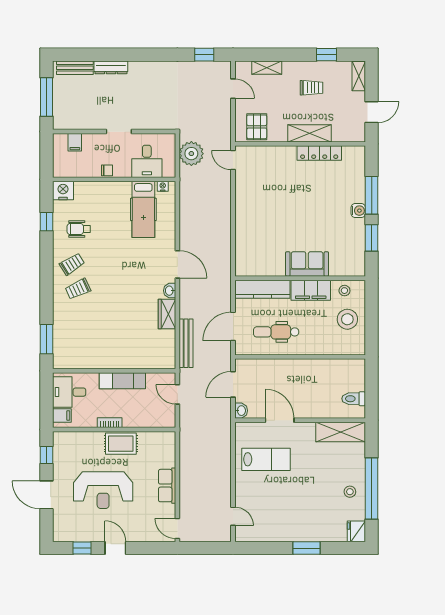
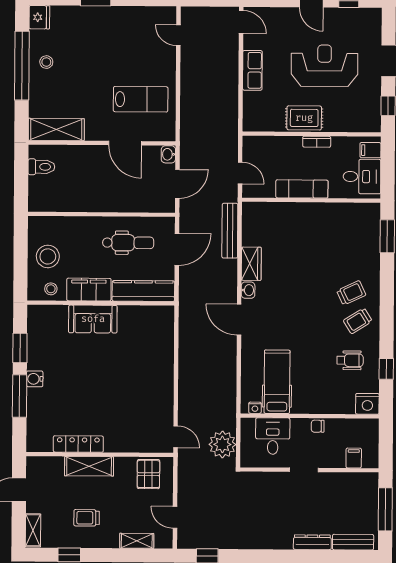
lab bench: (266, 459) -> (141, 99), turned 180

